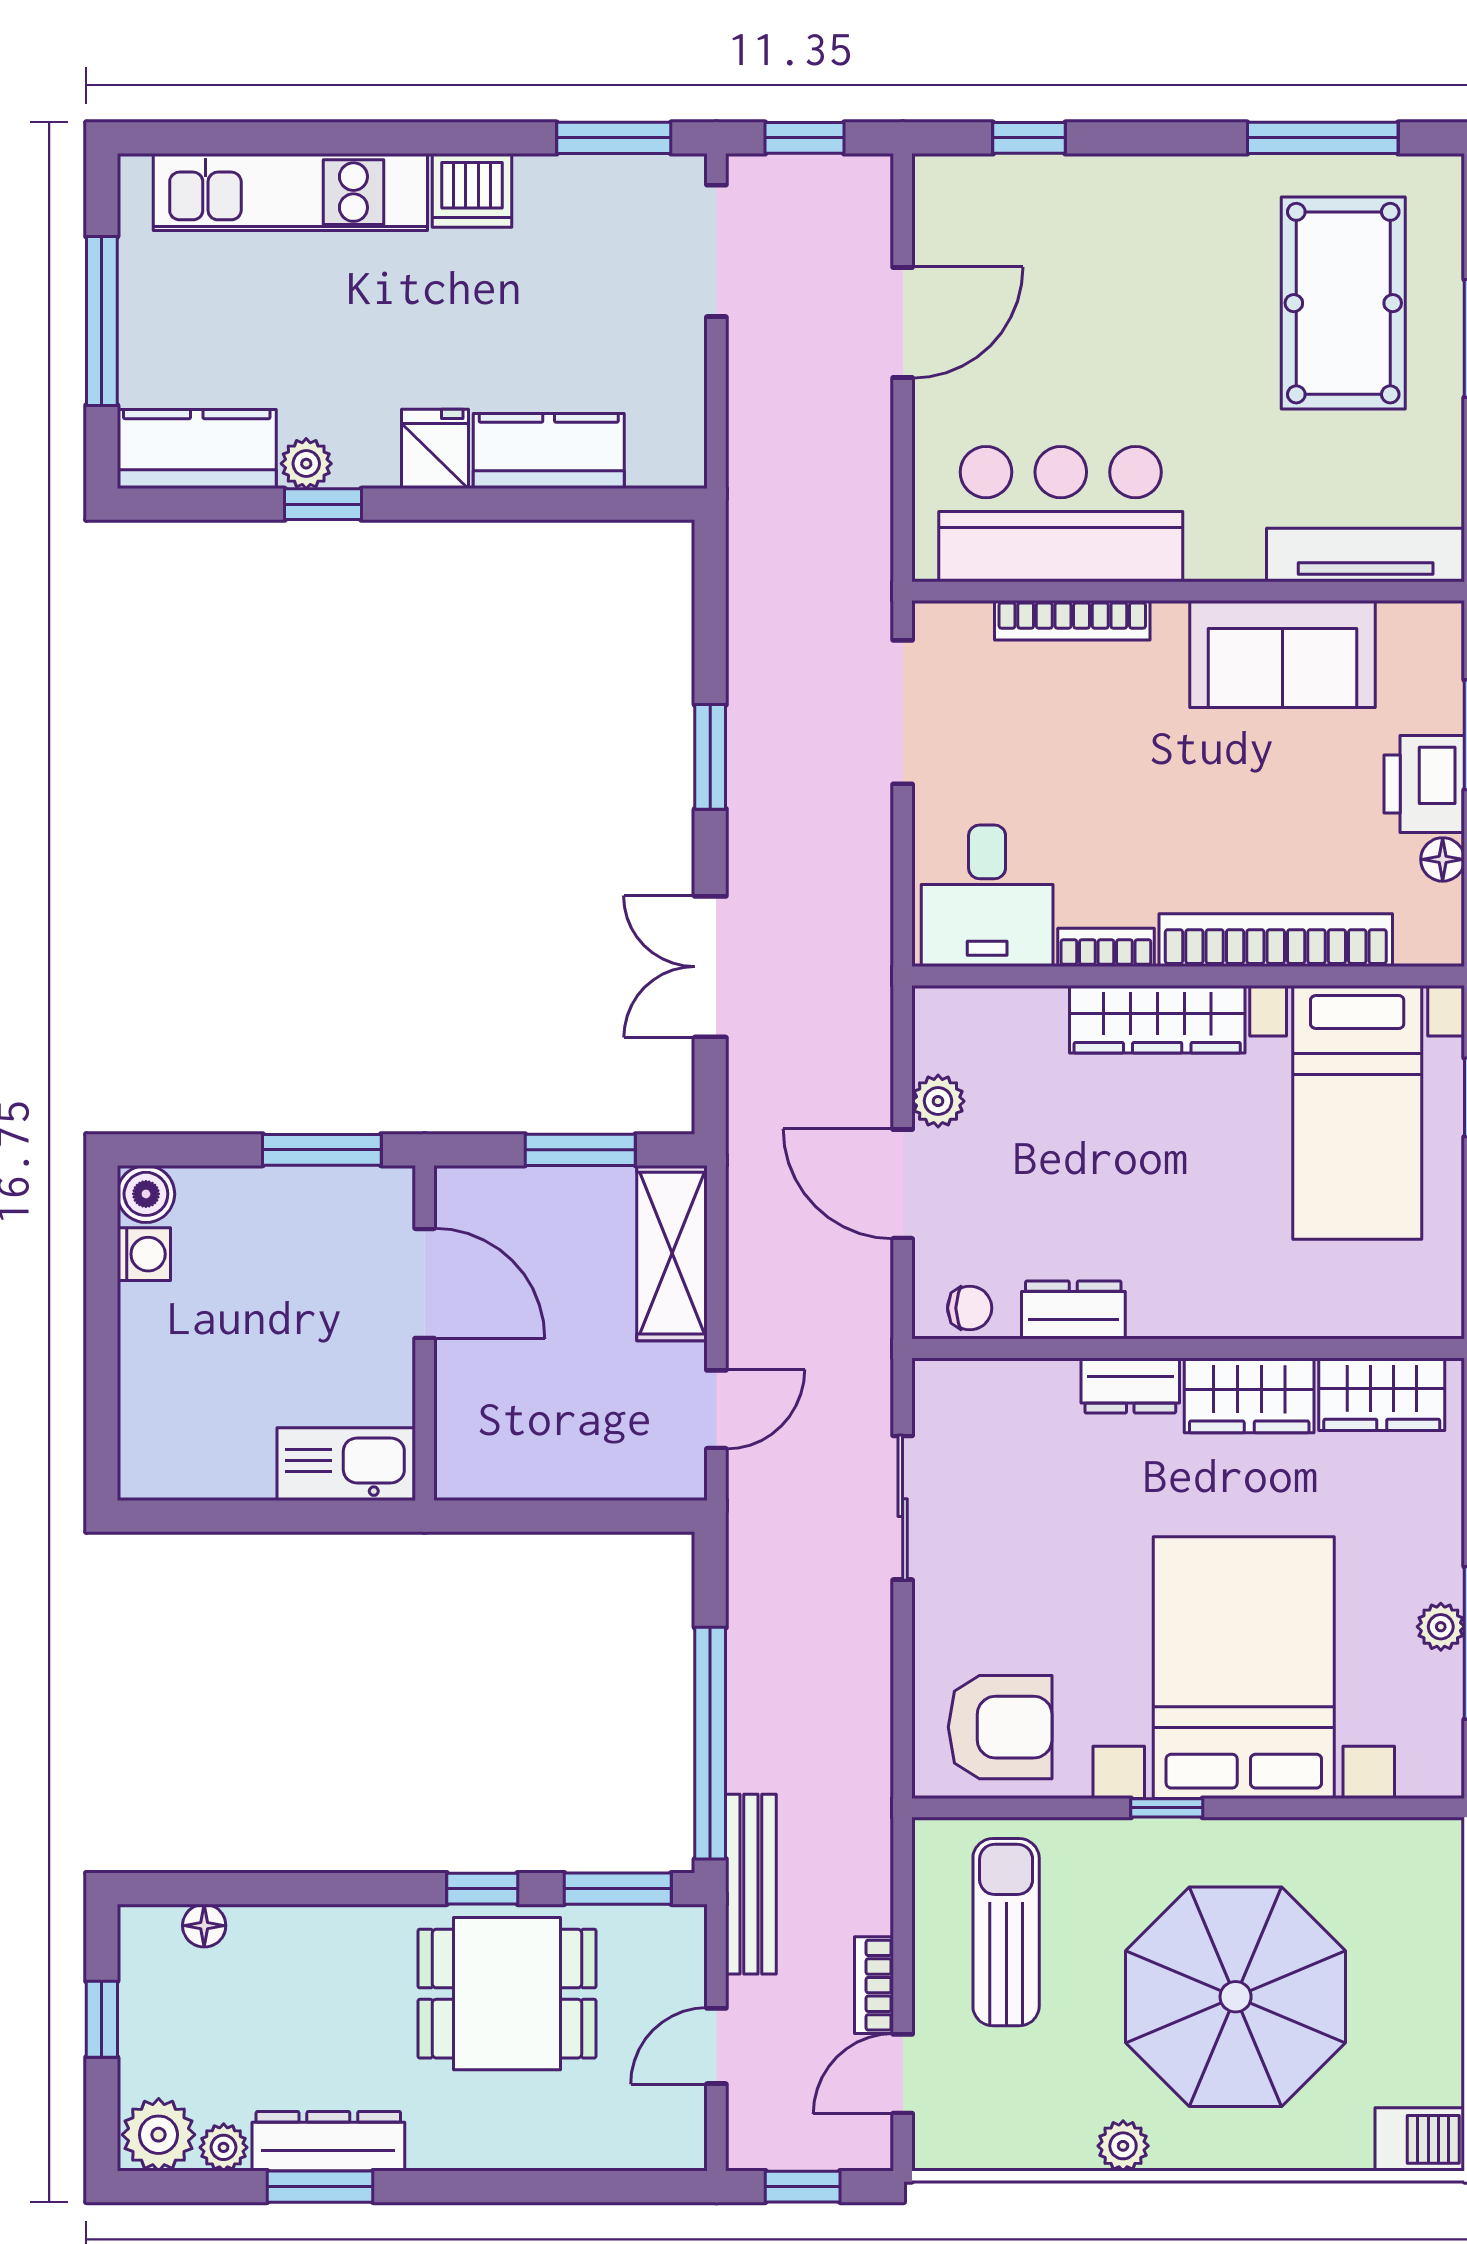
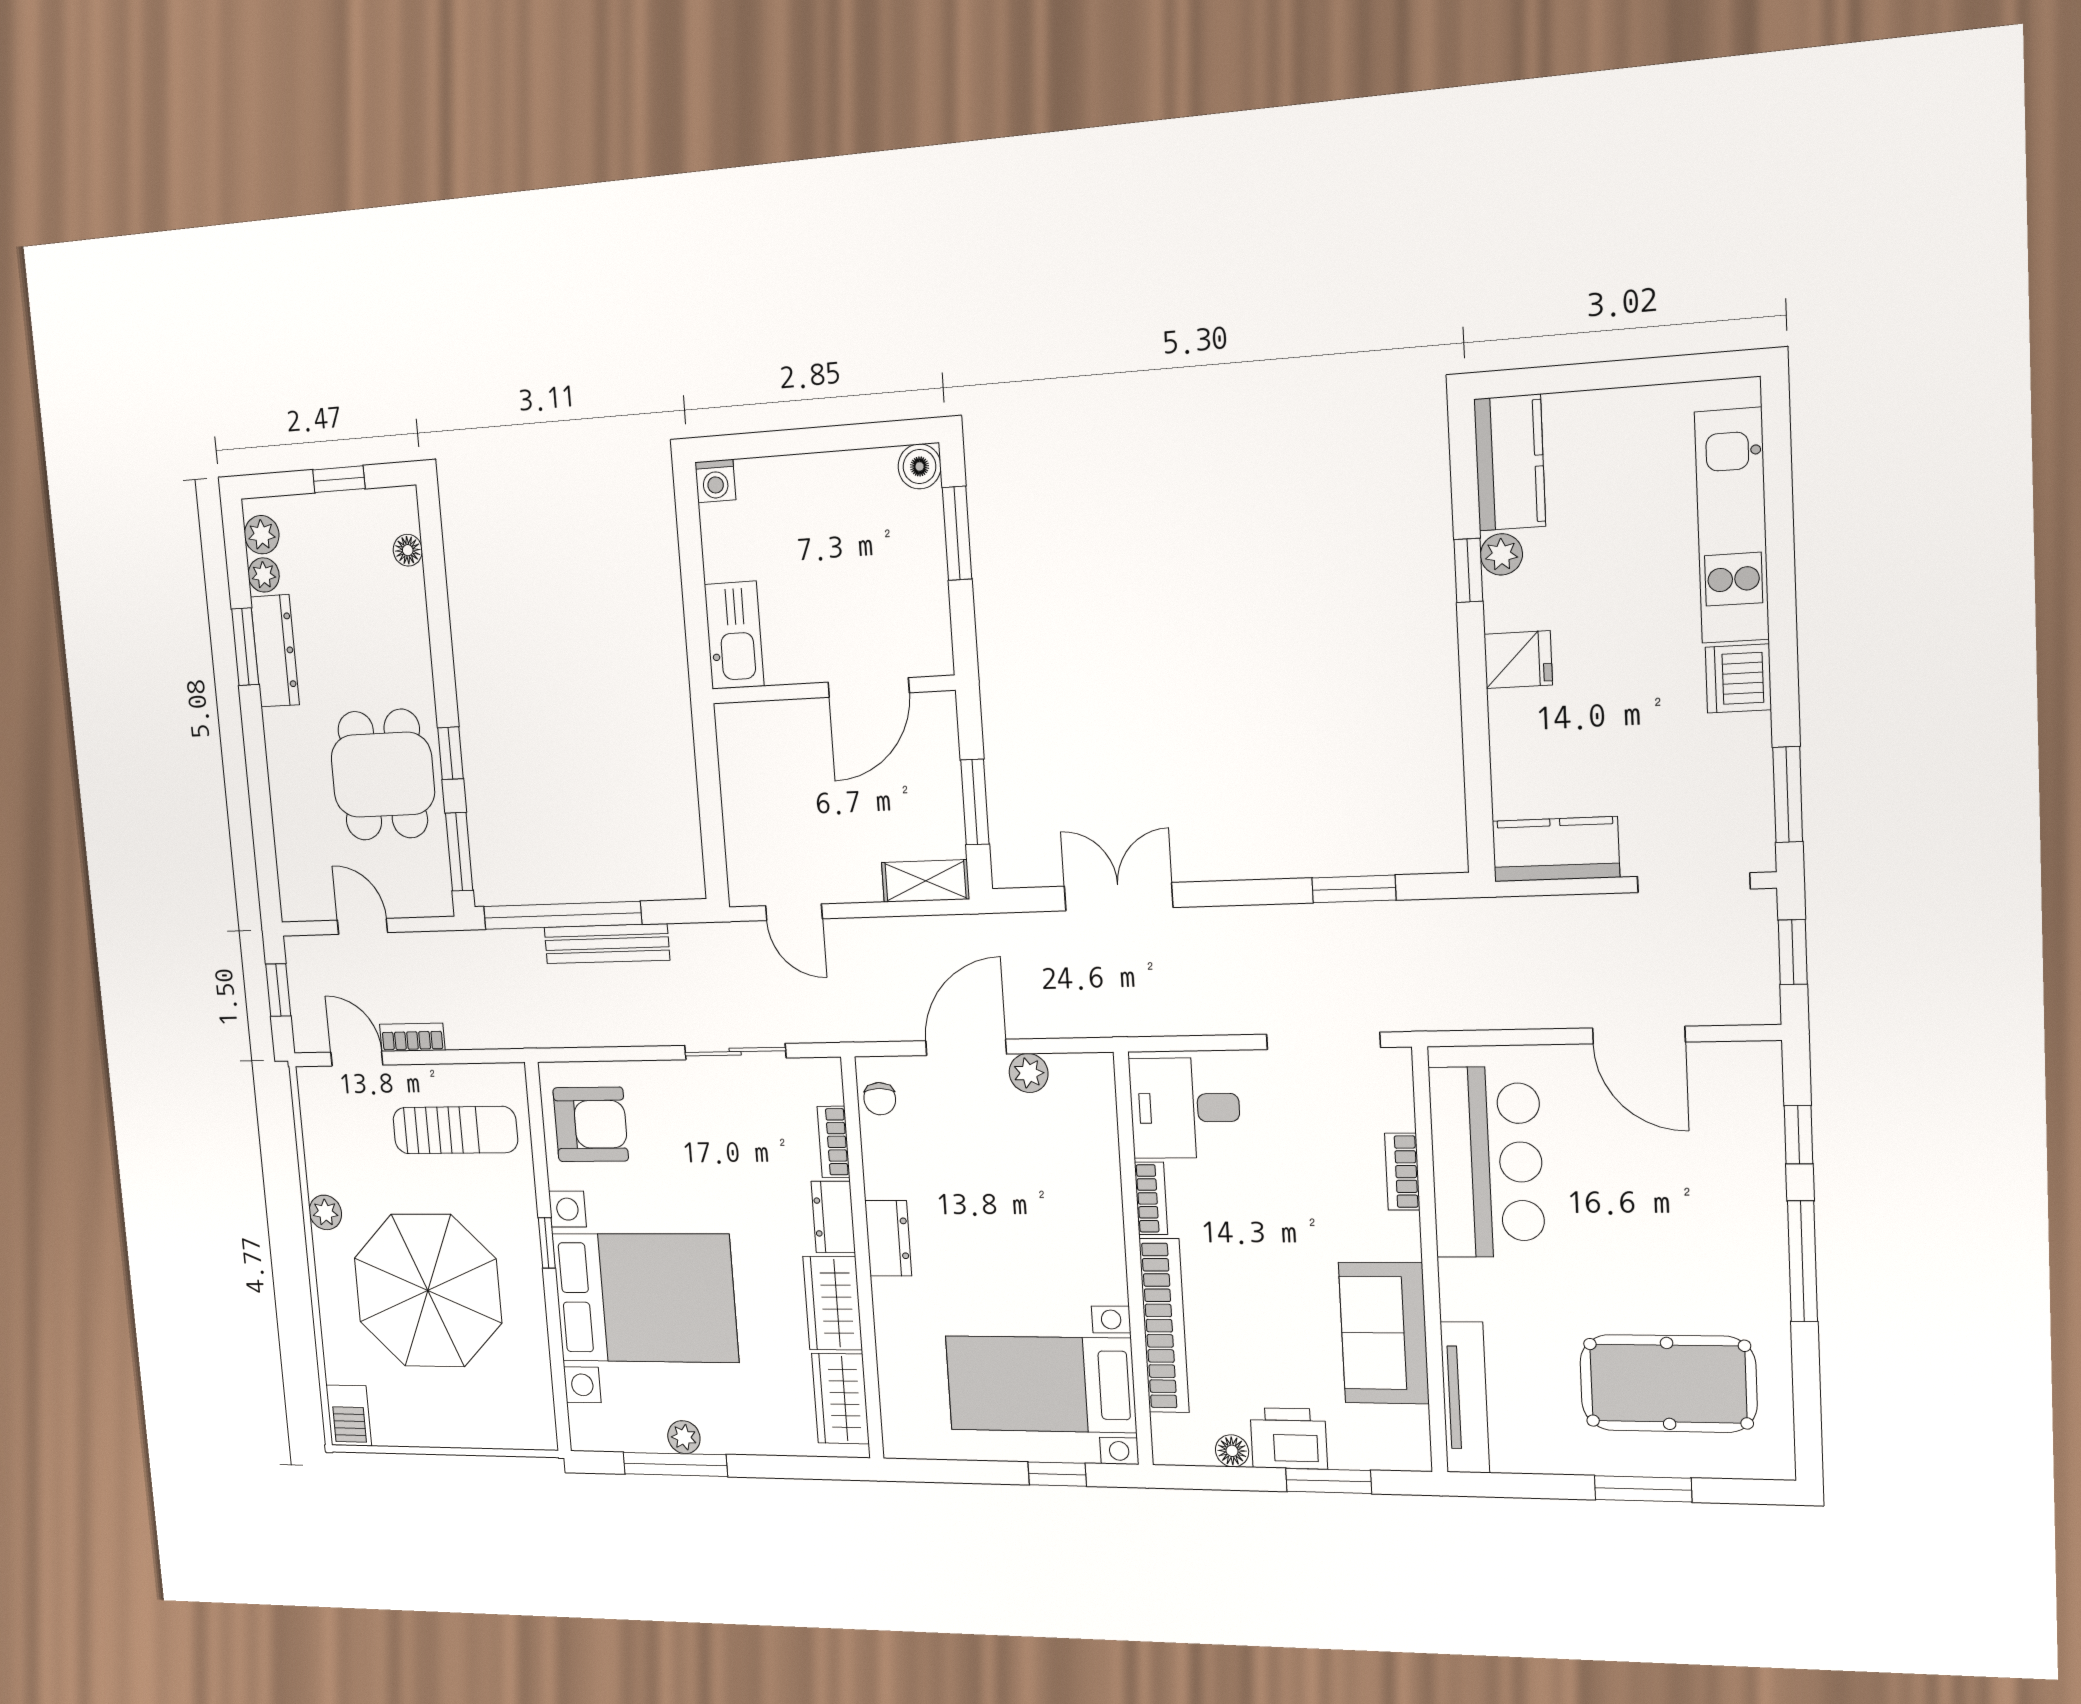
window: (1323, 138) -> (1802, 1261), moved
window: (102, 321) -> (1615, 374), removed
kitchen counter: (549, 451) -> (1556, 849), moved, turned -90
bookcase: (1072, 620) -> (1402, 1172), width x0.64
window: (710, 757) -> (1354, 889), moved
wardrobe: (1157, 1019) -> (1100, 1237), removed
window: (322, 1150) -> (957, 533), moved
shelving: (672, 1253) -> (926, 881), width x0.67, depth x0.75
washing machine: (144, 1254) -> (715, 481), moved
dresser: (1073, 1310) -> (888, 1238), moved
bookcase: (1027, 1377) -> (834, 1142), added
armchair: (1000, 1727) -> (591, 1124), turned -90
bench: (751, 1884) -> (607, 944), moved
plant: (159, 2135) -> (262, 535), width x0.73, depth x0.73

